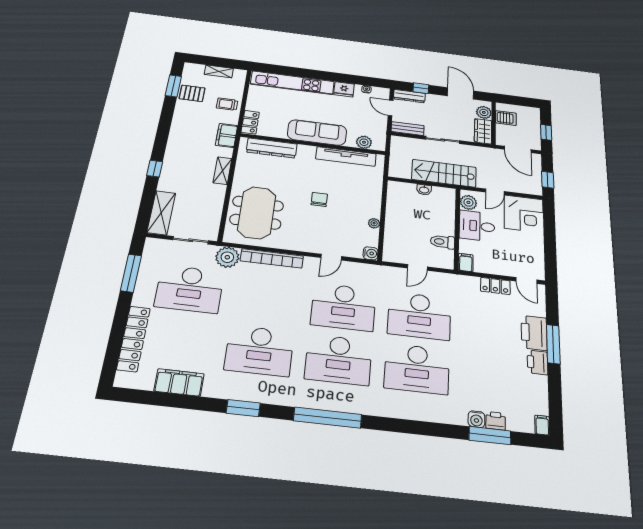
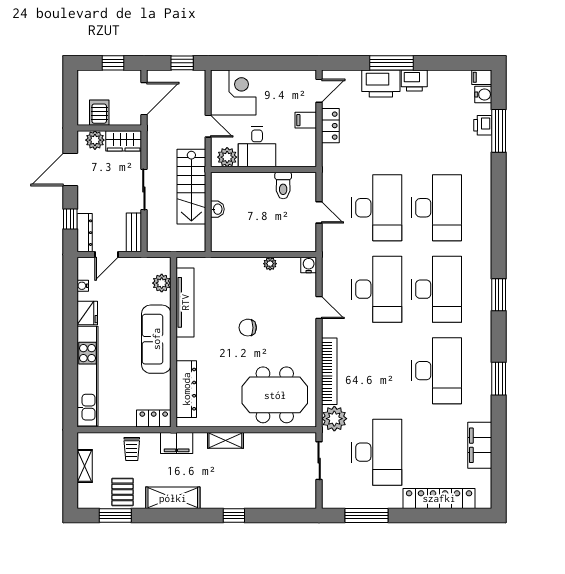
shelving: (161, 213) -> (173, 498), moved
filing cabinet: (466, 263) -> (306, 120), moved
window: (328, 418) -> (499, 295), width x0.47
water cooler: (476, 419) -> (483, 94), moved

